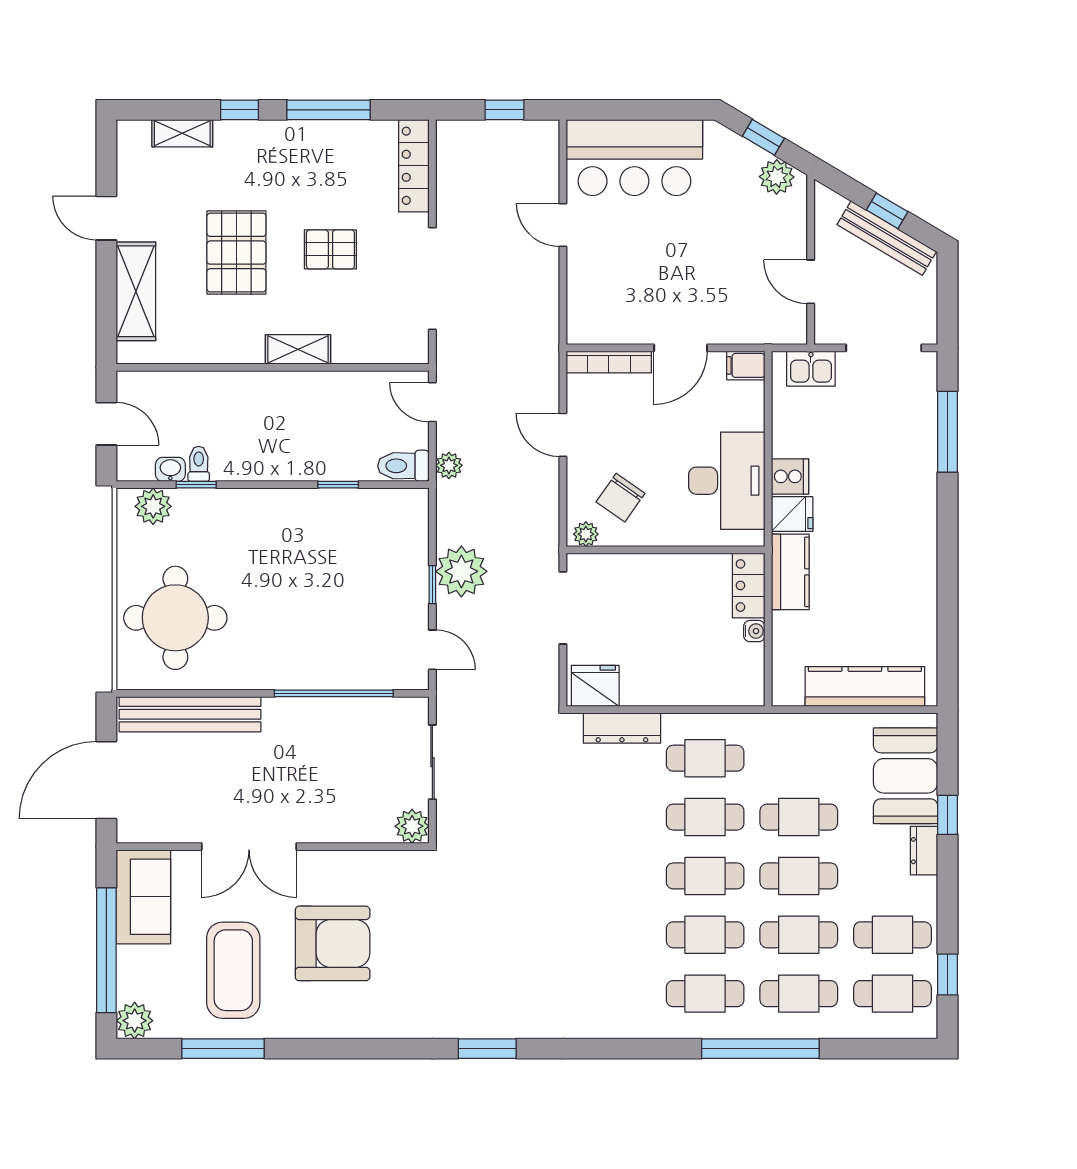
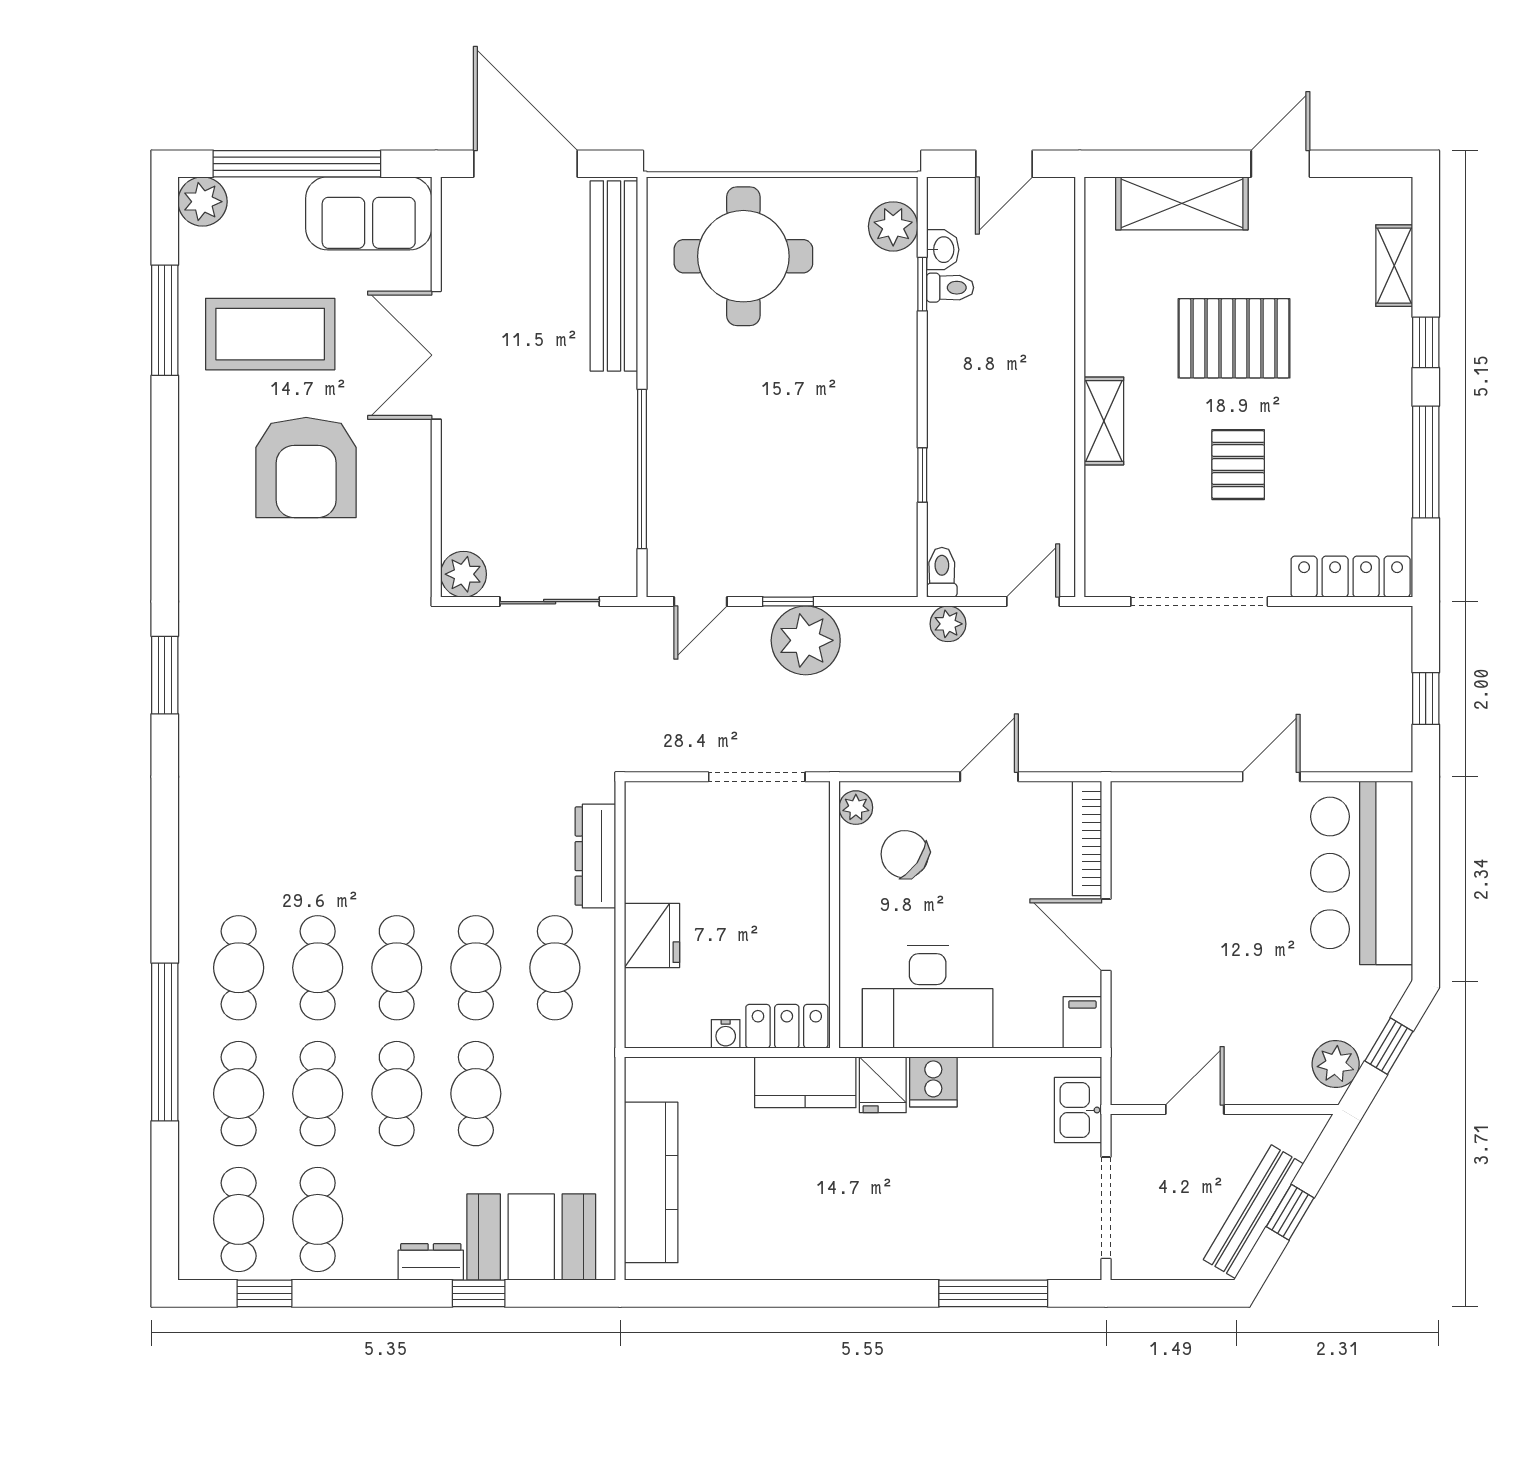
toilet: (403, 466) -> (942, 572), width x0.73, depth x0.72
fridge: (595, 686) -> (652, 936), moved

